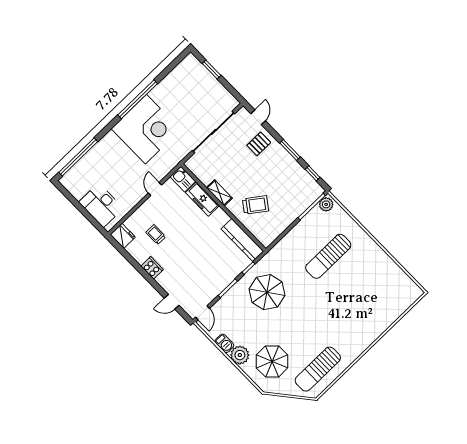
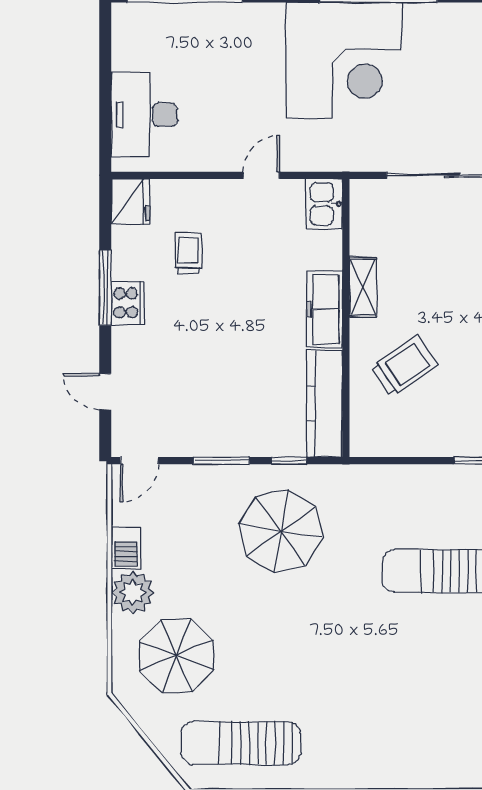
freezer: (202, 199) -> (324, 309), moved
trolley: (256, 205) -> (404, 366), turned -70
window: (141, 270) -> (105, 288), added

